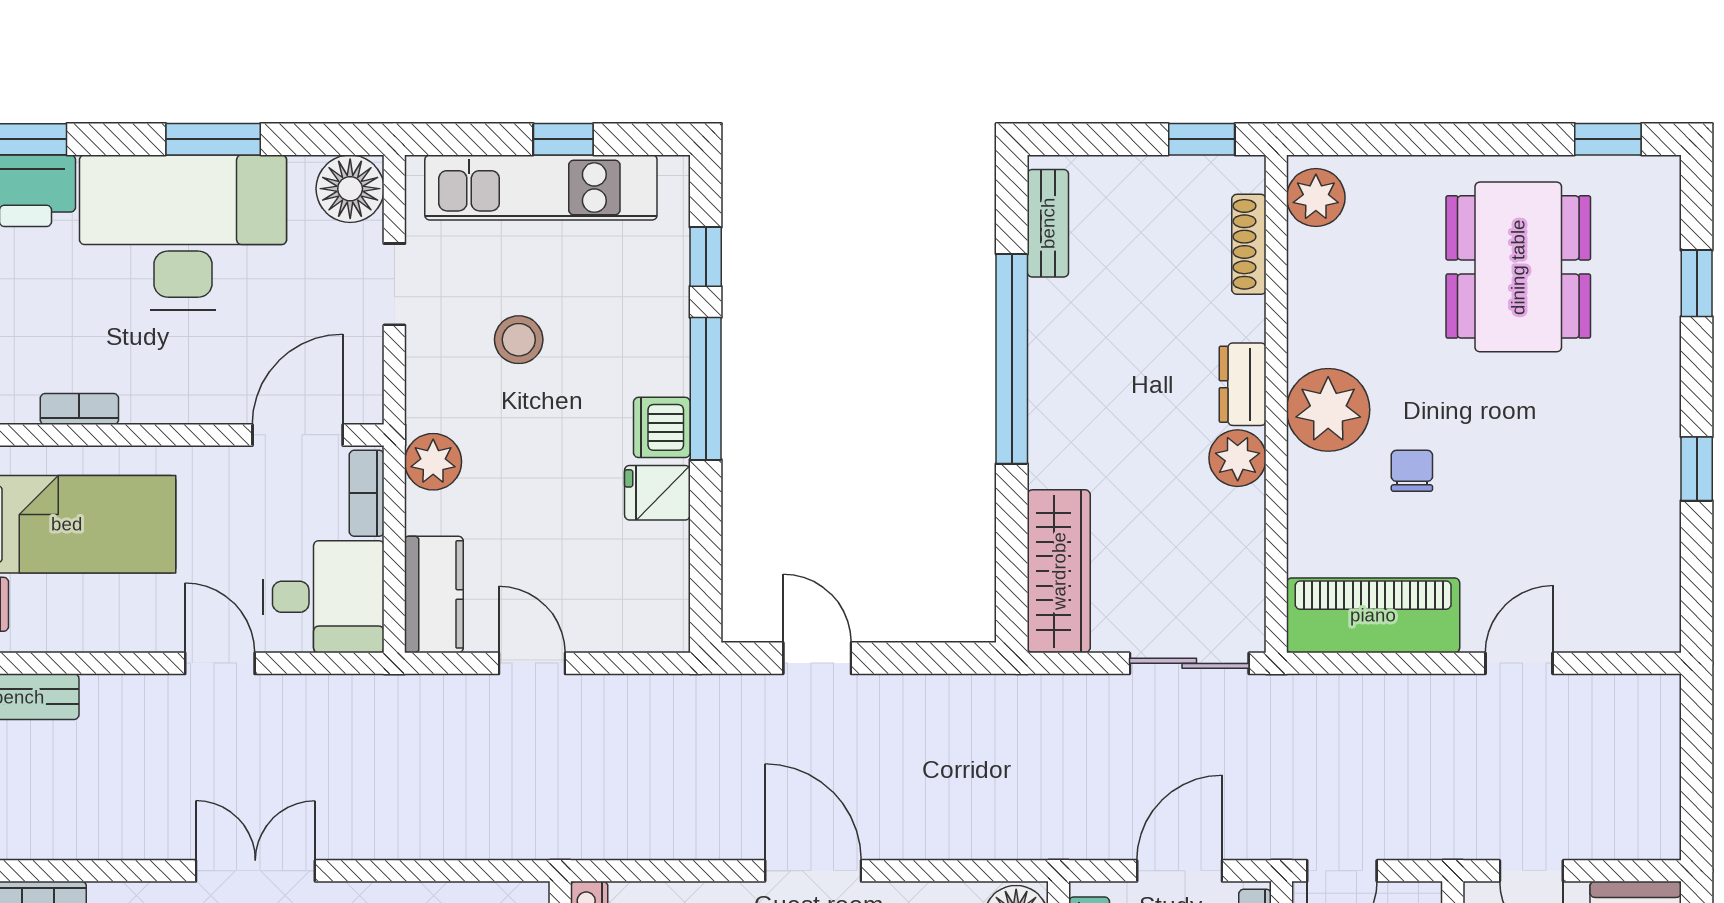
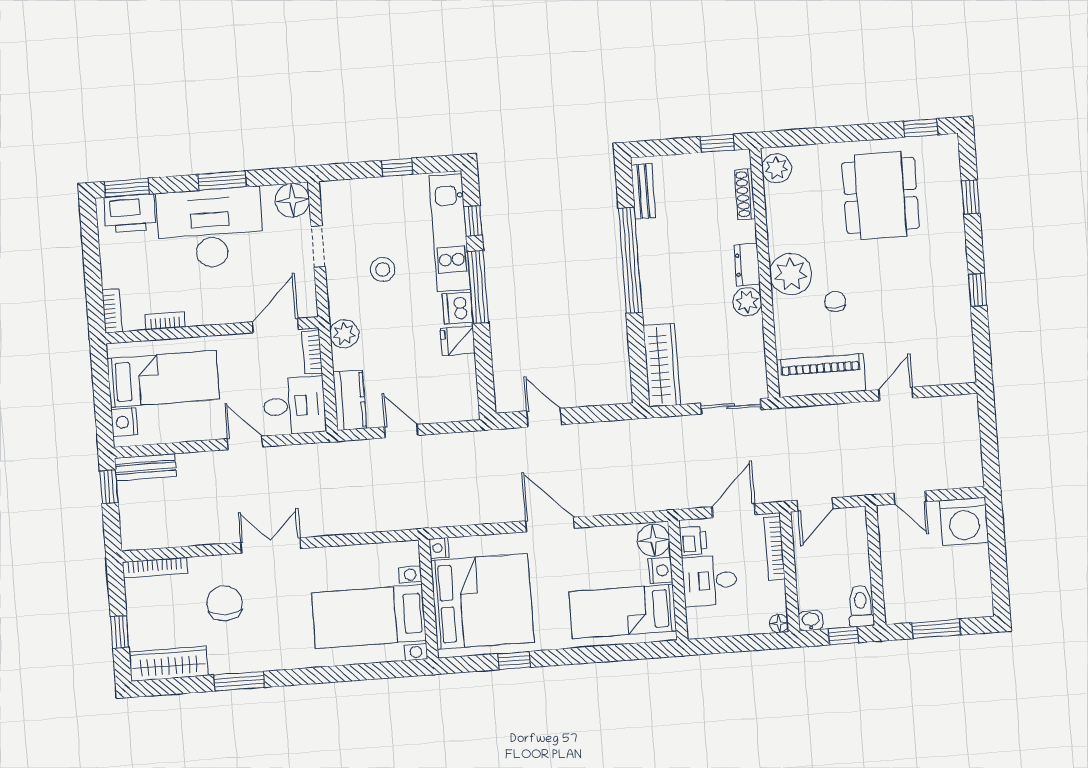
kitchen unit: (541, 188) -> (450, 233), moved, turned 90

